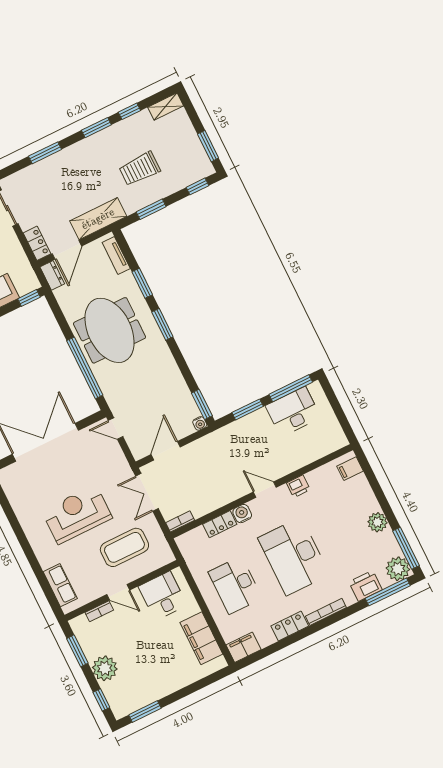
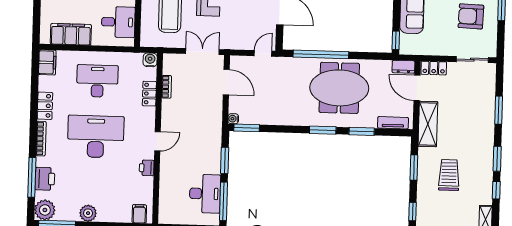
water cooler: (242, 514) -> (150, 60), moved, turned -90
bookcase: (180, 521) -> (167, 87), moved
window: (388, 592) -> (32, 177), moved

